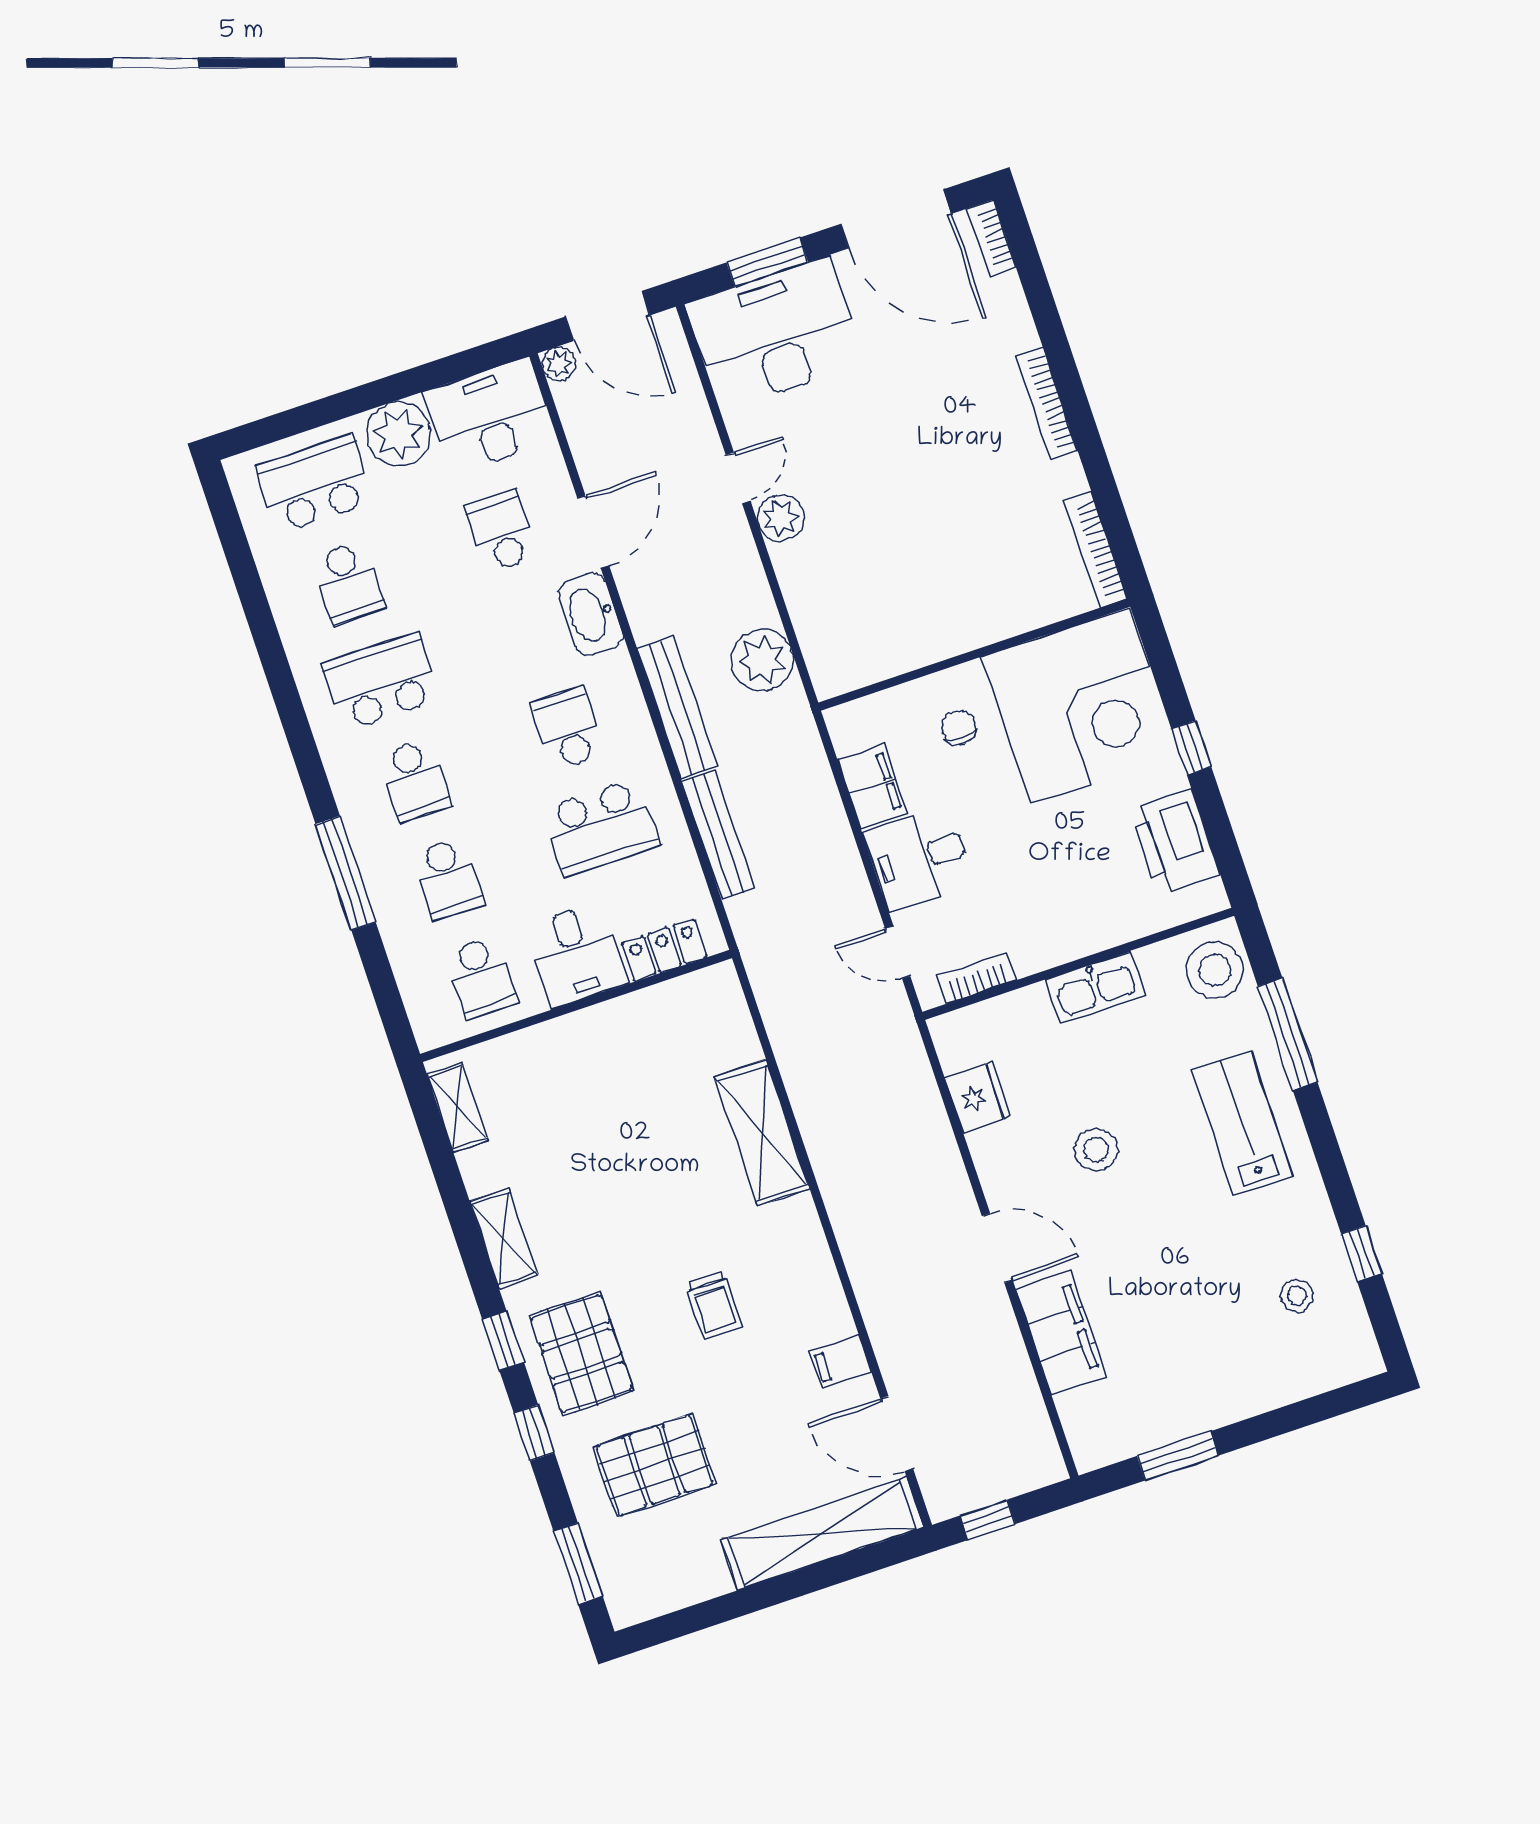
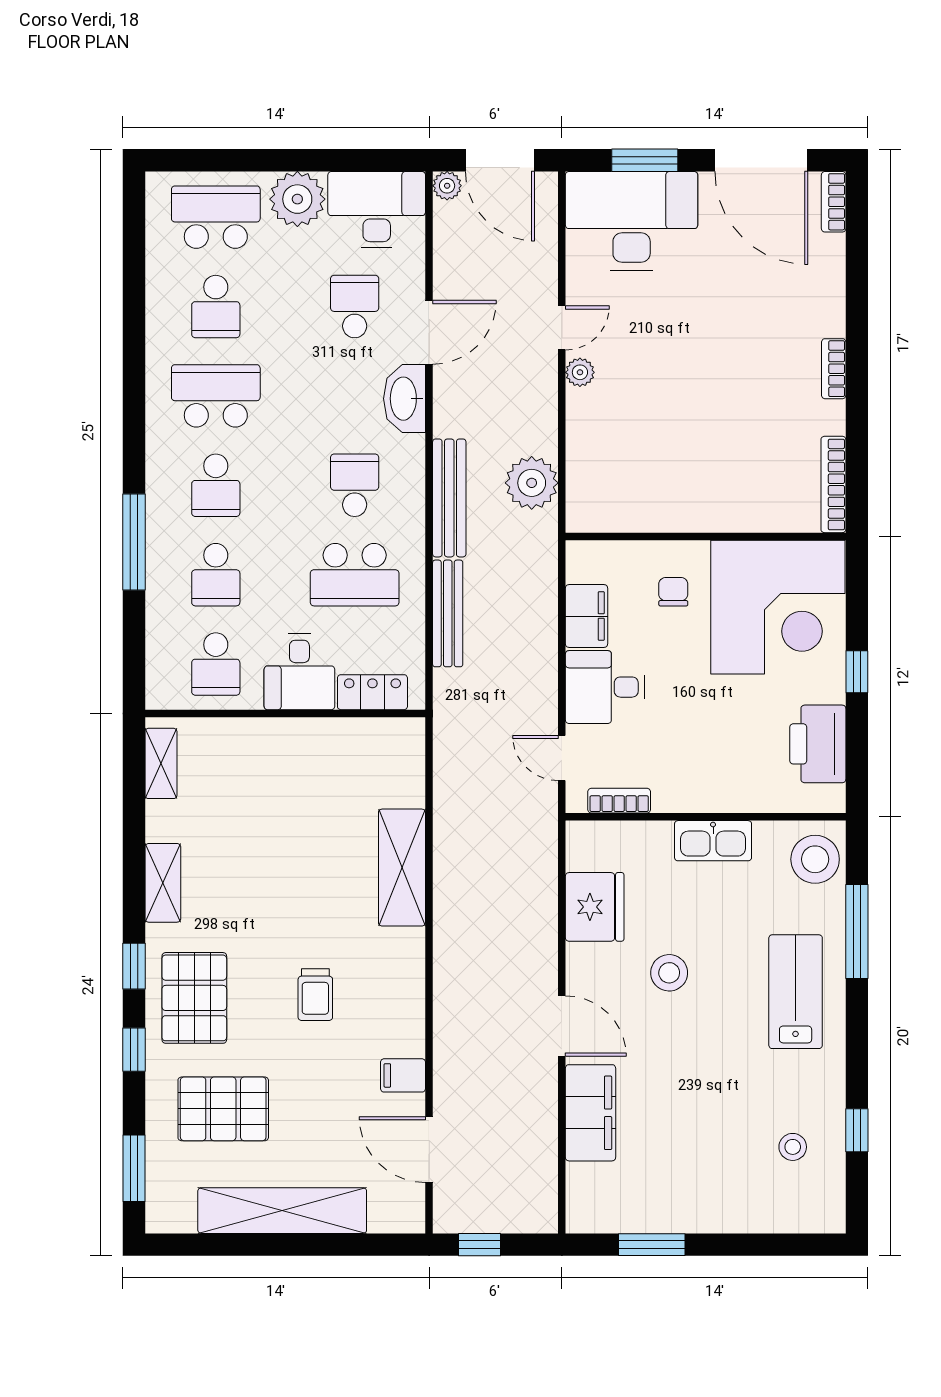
bookcase: (1047, 403) -> (834, 369), width x0.64
plant: (781, 518) -> (580, 372), width x0.73, depth x0.73
fridge: (978, 1097) -> (595, 907), width x1.36, depth x1.34
shelving: (822, 1534) -> (282, 1211), moved

